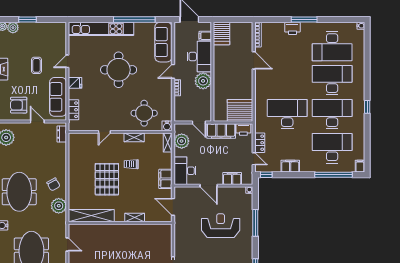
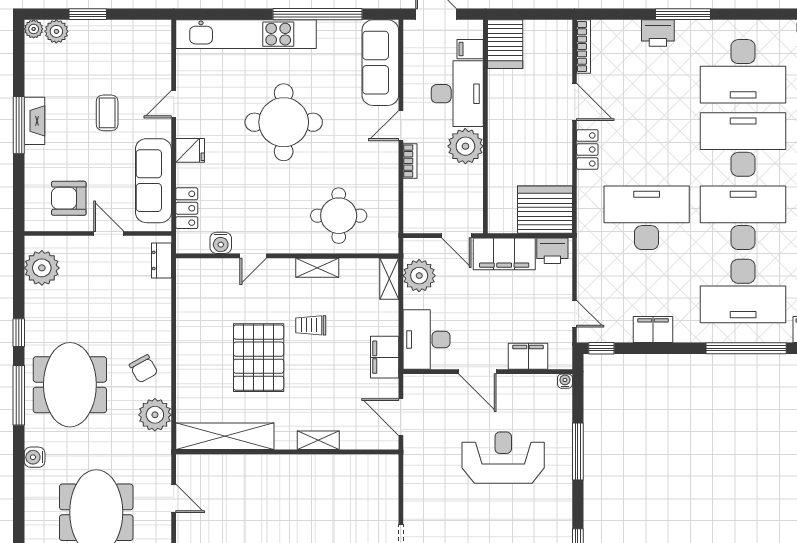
water cooler: (167, 126) -> (221, 243), moved
locker: (260, 143) -> (587, 149), moved
desk: (332, 148) -> (743, 291), turned 180

